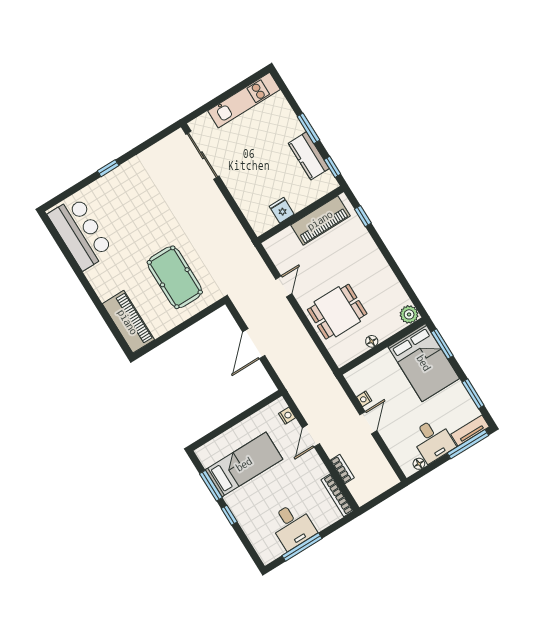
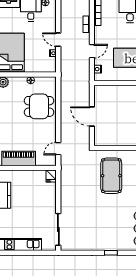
fridge: (282, 210) -> (51, 176), moved
door: (284, 286) -> (58, 149), moved
door: (254, 344) -> (92, 117), swing flipped
door: (368, 423) -> (58, 40), hinge flipped

